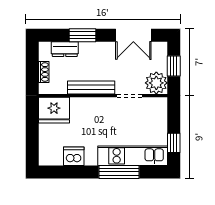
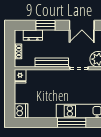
fridge: (54, 110) -> (20, 76), width x0.53, depth x0.75
dishwasher: (74, 156) -> (21, 111), moved, turned 90

